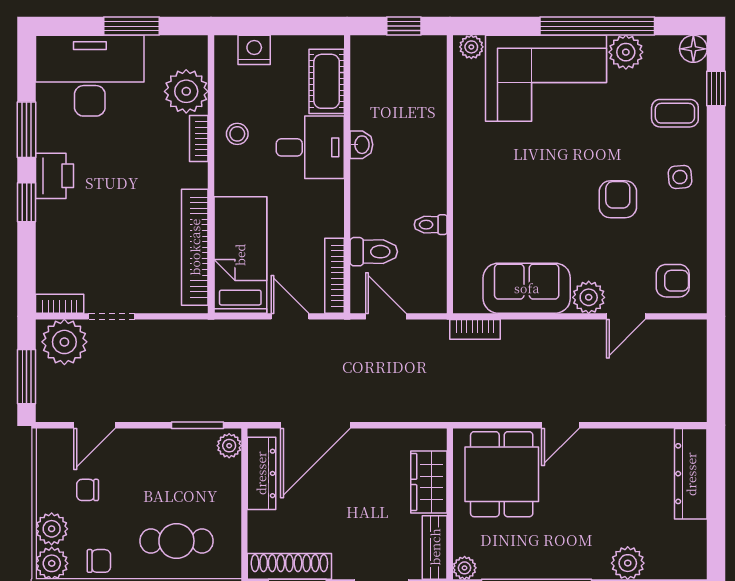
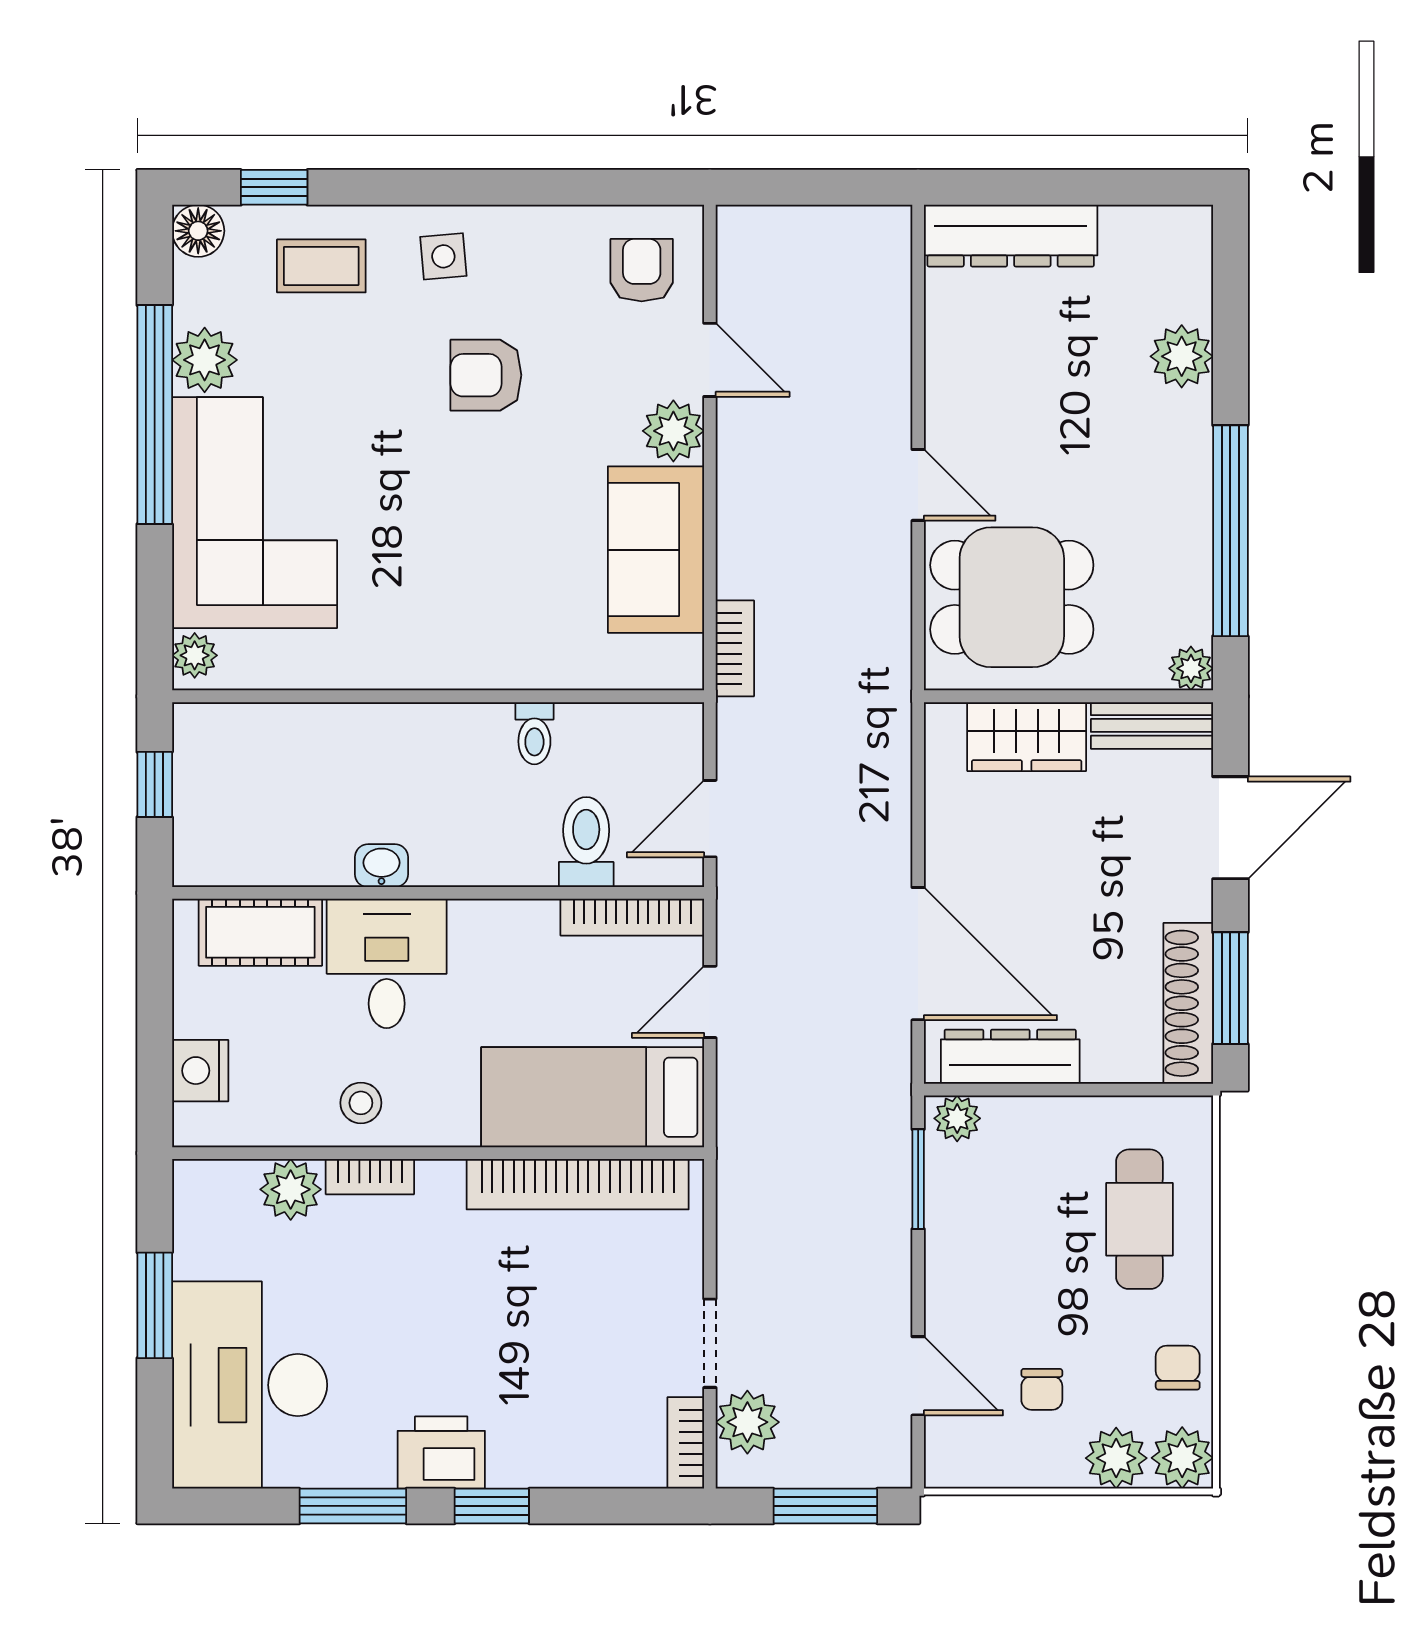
plant: (186, 91) -> (291, 1189), width x0.73, depth x0.73
coffee table: (675, 113) -> (321, 266), turned 90
plant: (64, 342) -> (747, 1422), width x0.73, depth x0.73

